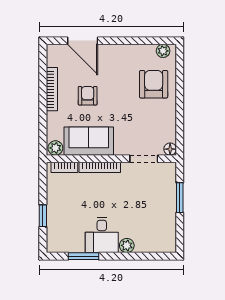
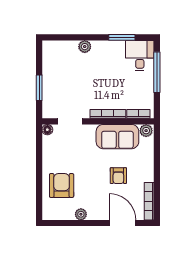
plant: (163, 51) -> (81, 214), moved
armchair: (154, 84) -> (62, 185), turned 180
bookcase: (52, 89) -> (149, 201), moved
window: (43, 216) -> (157, 72), width x2.17
desk: (102, 235) -> (140, 56), moved

